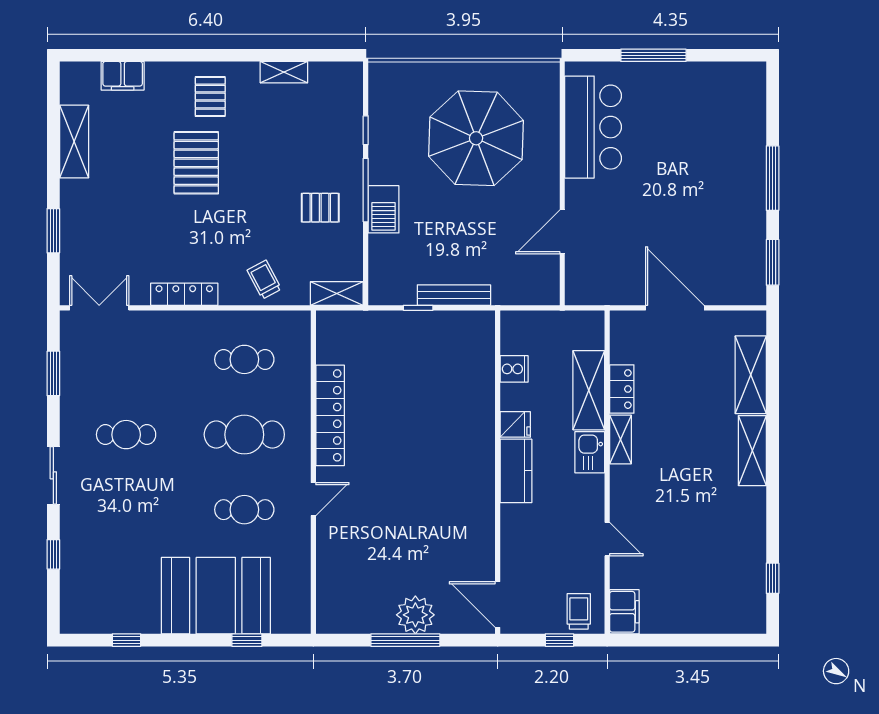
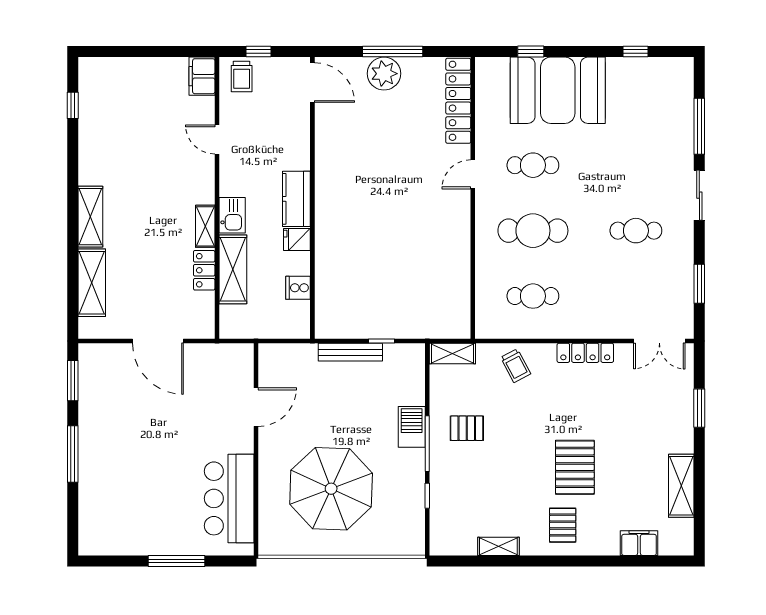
locker: (330, 415) -> (458, 101), moved
window: (53, 554) -> (699, 126), width x2.17

